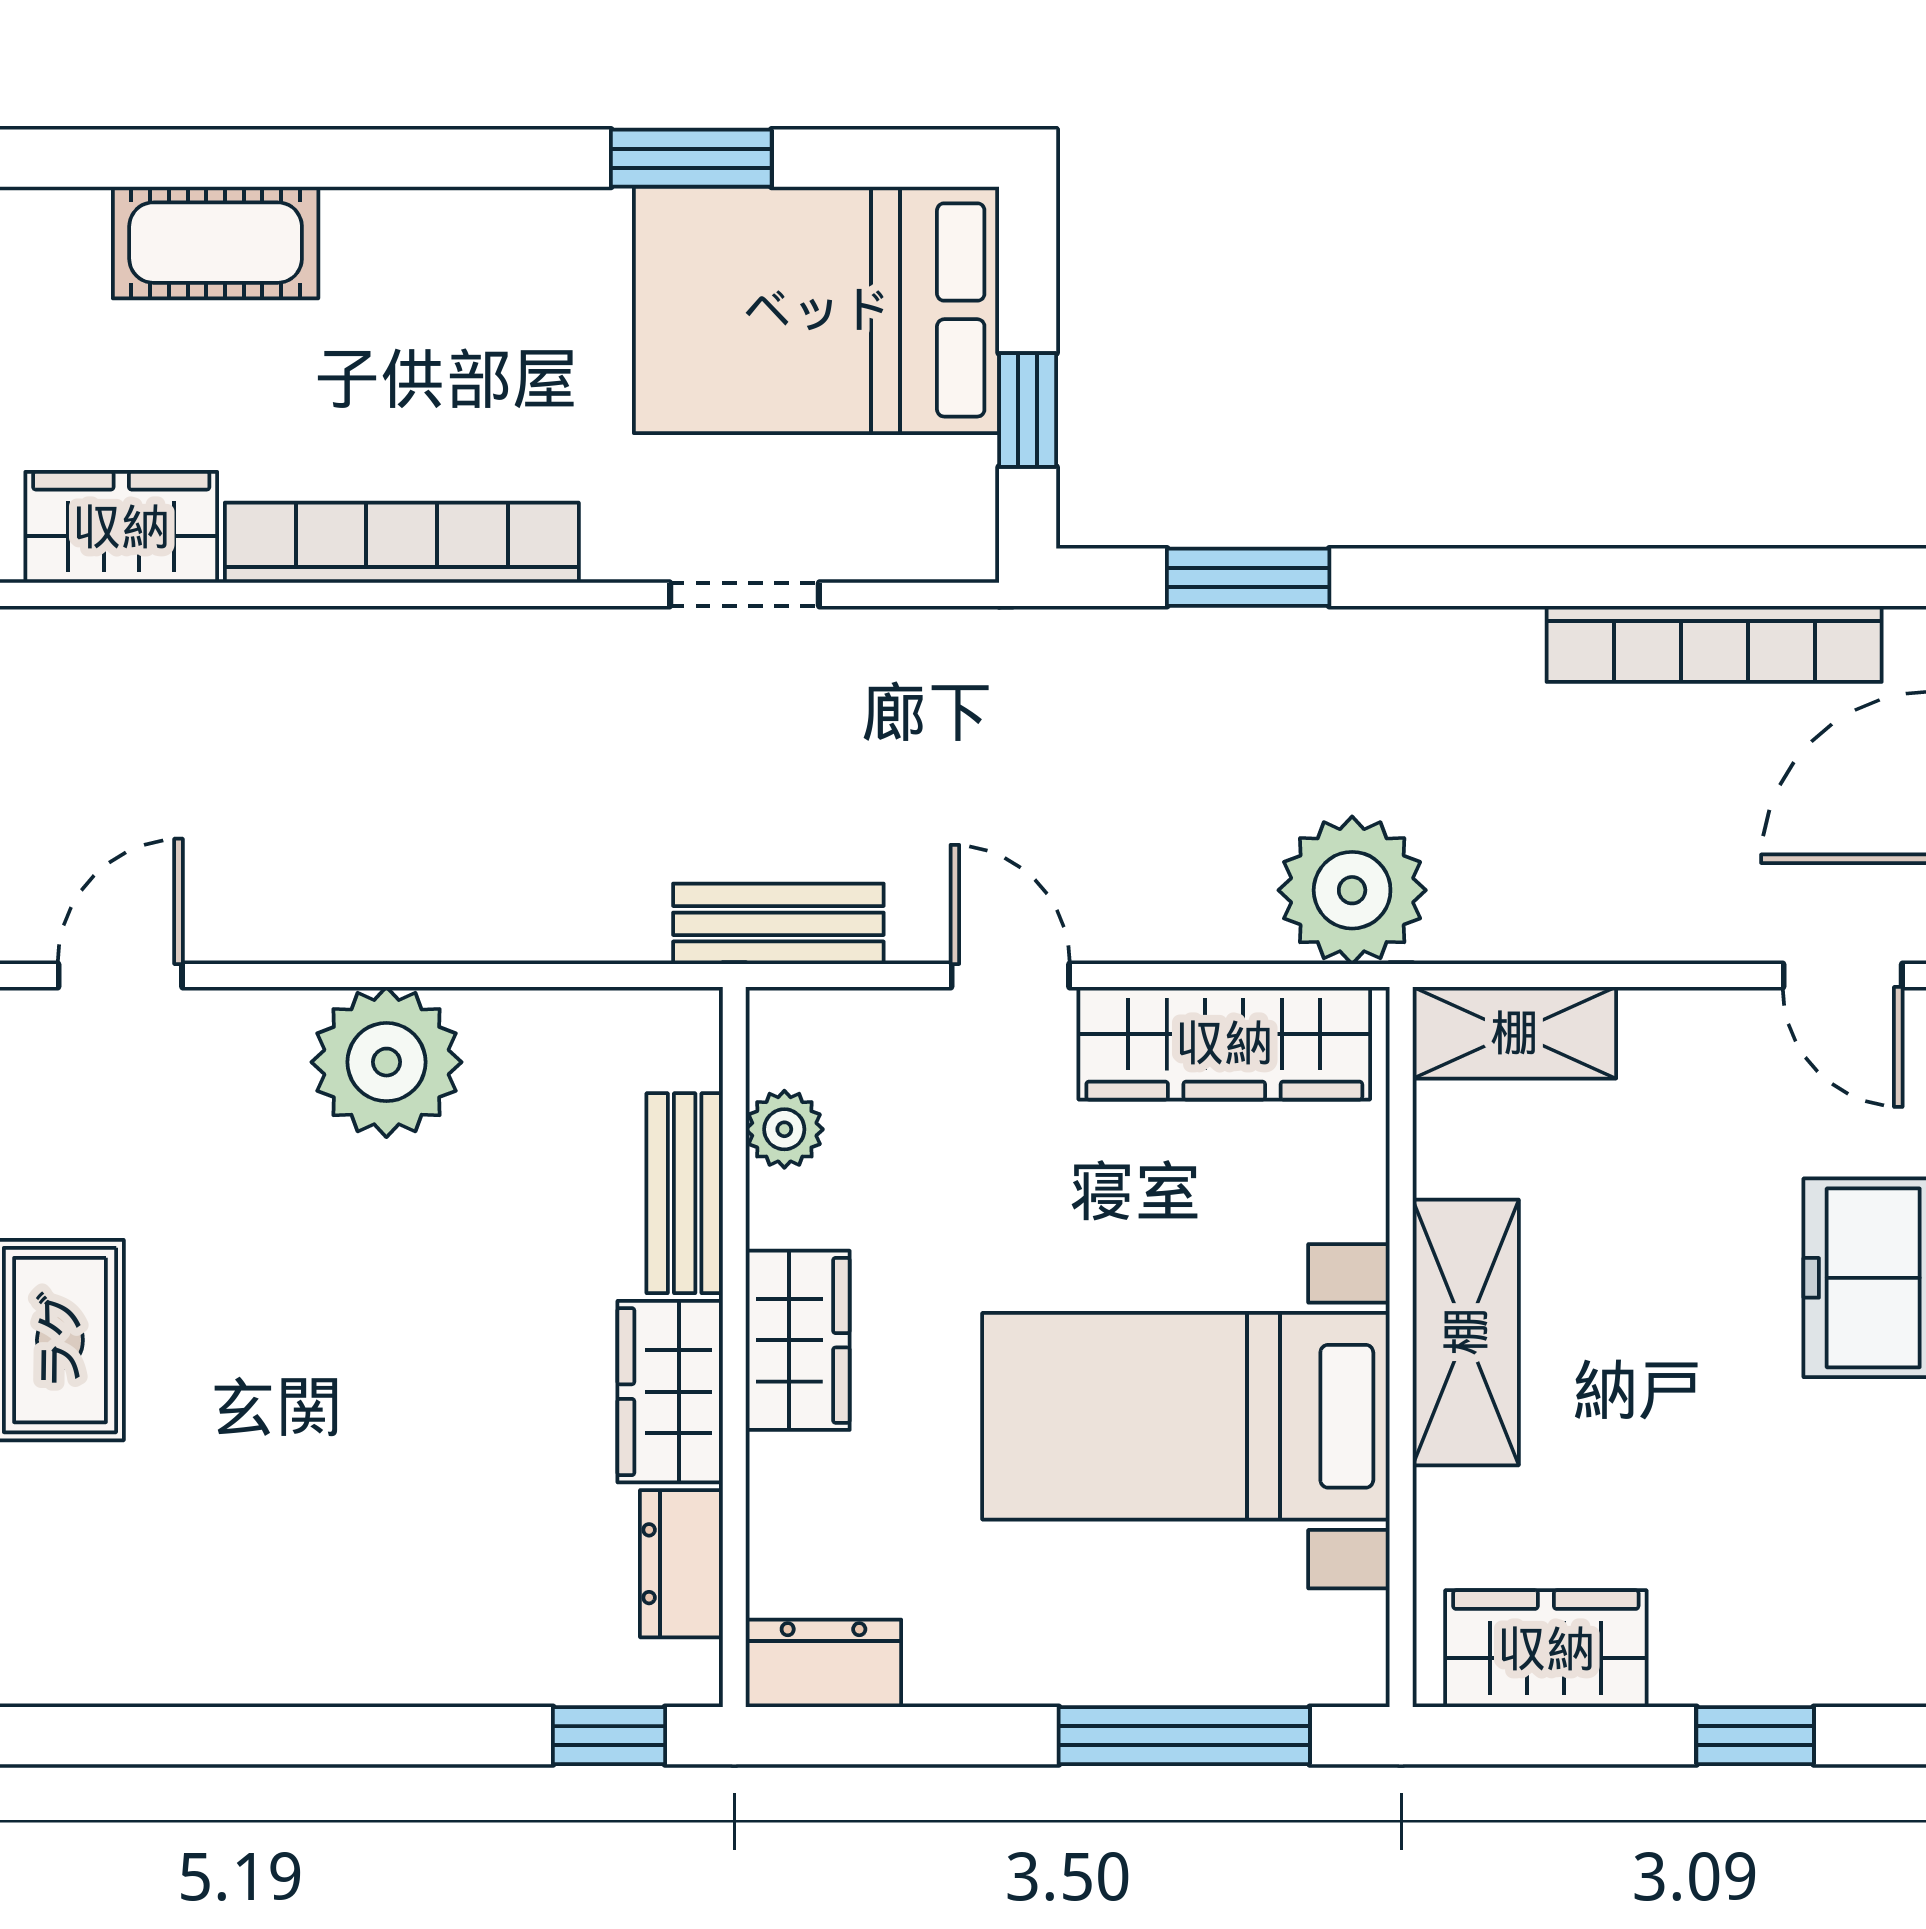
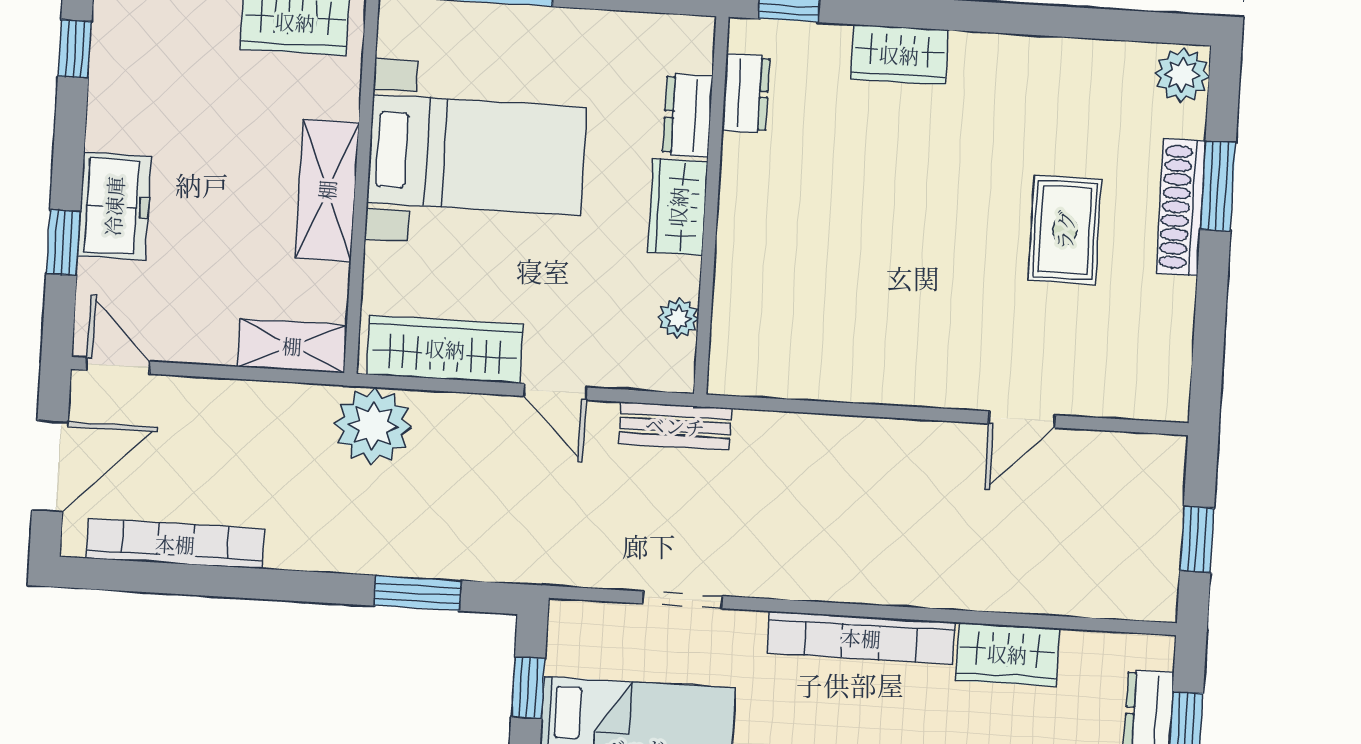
plant: (386, 1062) -> (885, 366), removed
bench: (685, 1193) -> (733, 288), removed
wardrobe: (670, 1392) -> (899, 55), moved, turned 90
dresser: (823, 1663) -> (688, 115), moved, turned 90

